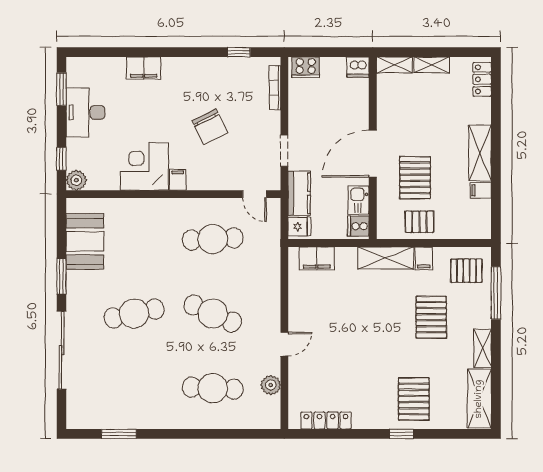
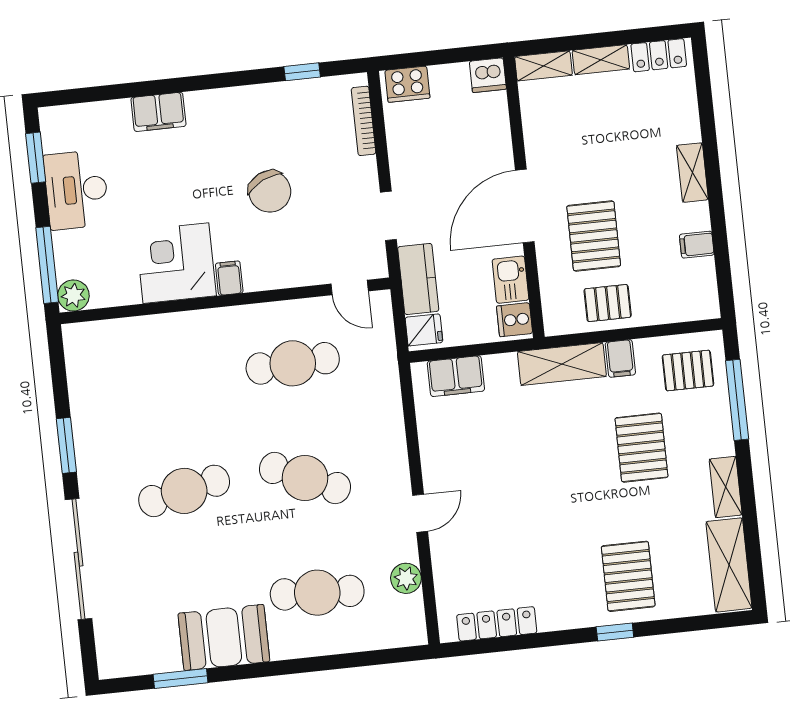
locker: (482, 79) -> (659, 55), moved, turned -90
shelving: (480, 153) -> (692, 173), width x0.67, depth x0.75
window: (61, 159) -> (47, 265), width x2.17
booth: (85, 241) -> (224, 637), moved, turned 90

